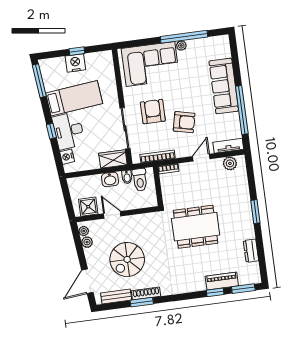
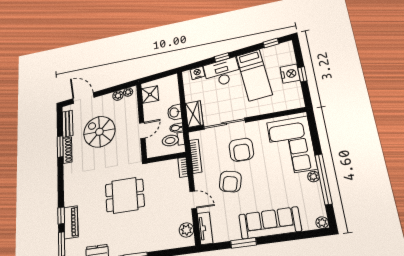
plant: (224, 40) -> (322, 223), added
window: (39, 81) -> (271, 43), width x0.46
window: (242, 110) -> (243, 243), width x0.47
armchair: (153, 112) -> (241, 150), turned 90
door: (112, 215) -> (142, 130), moved
dining table: (196, 227) -> (125, 195), width x0.73

